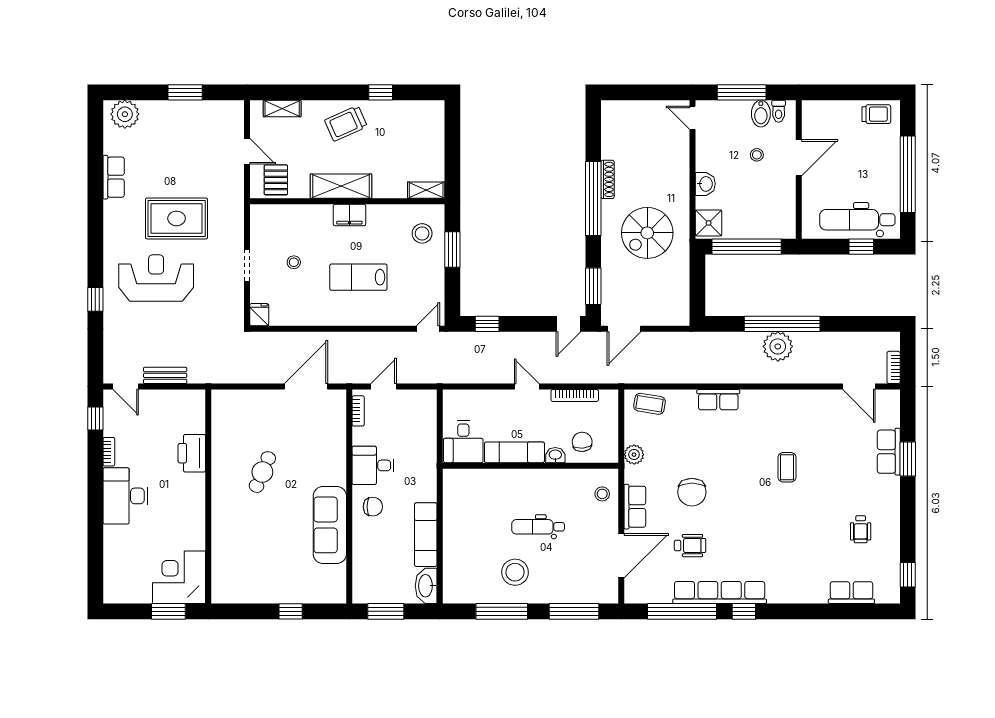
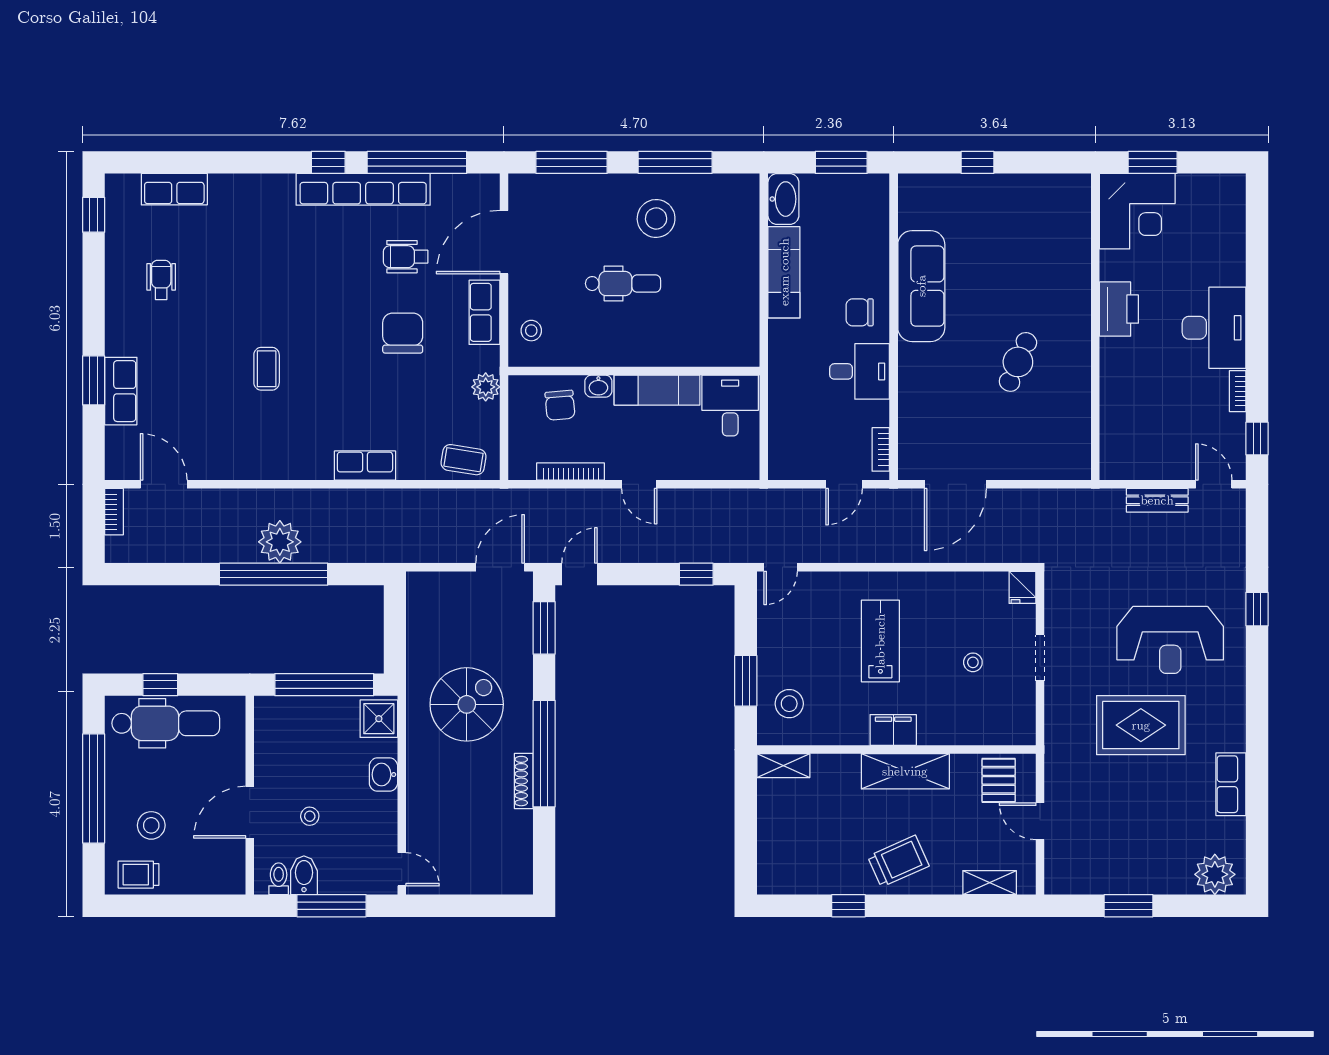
stool: (868, 148) -> (151, 825), added
lab bench: (358, 277) -> (880, 641), turned -90
printer: (192, 453) -> (1119, 309), moved

